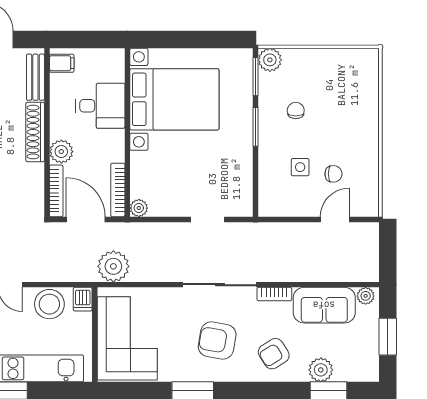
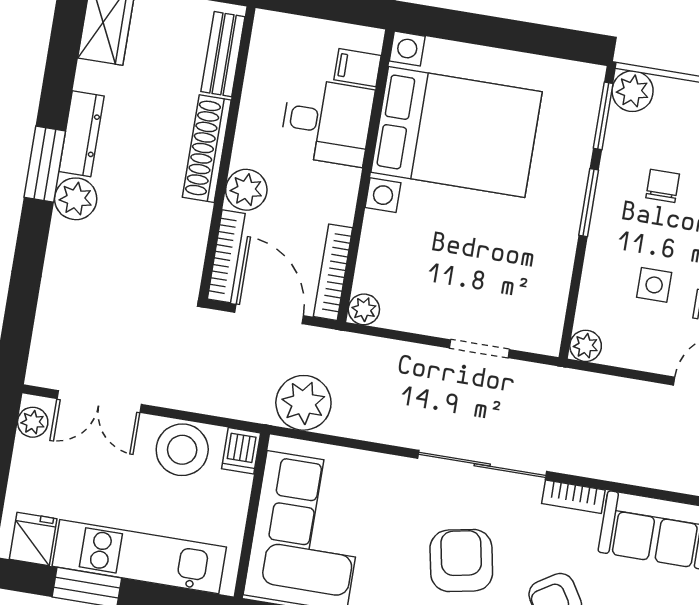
filing cabinet: (62, 63) -> (357, 68), moved, turned 180
plant: (267, 208) -> (586, 346), added
armchair: (217, 340) -> (461, 560), turned 69

